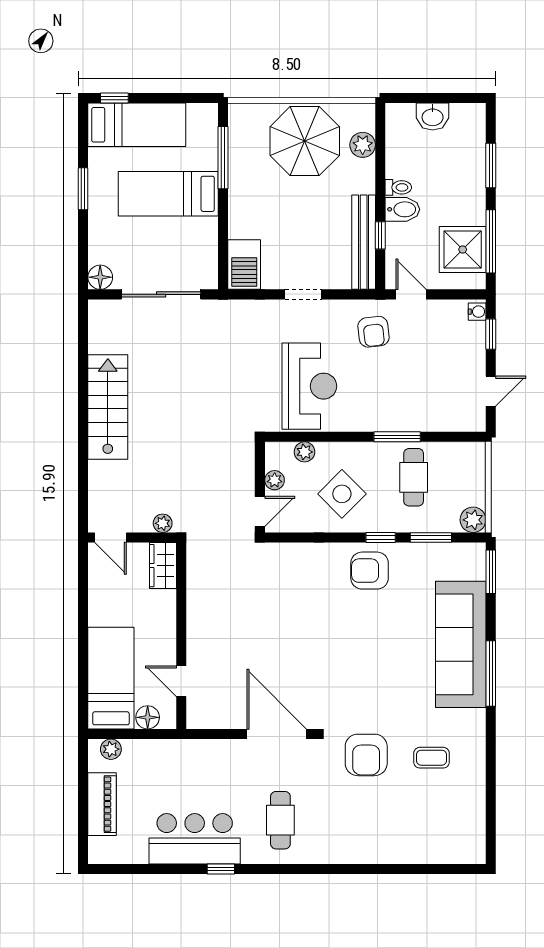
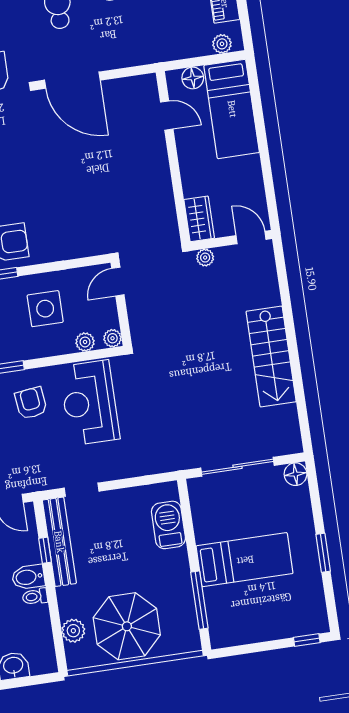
bed: (137, 125) -> (283, 619), removed
barbecue: (244, 265) -> (168, 525), moved
doorway: (303, 294) -> (82, 490), moved
armchair: (374, 332) -> (31, 403), moved
plant: (275, 480) -> (113, 338), moved
side table: (342, 494) -> (45, 309), turned 45

